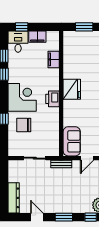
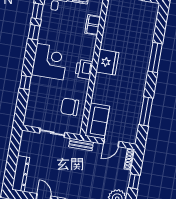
chair: (24, 125) -> (70, 107), moved

